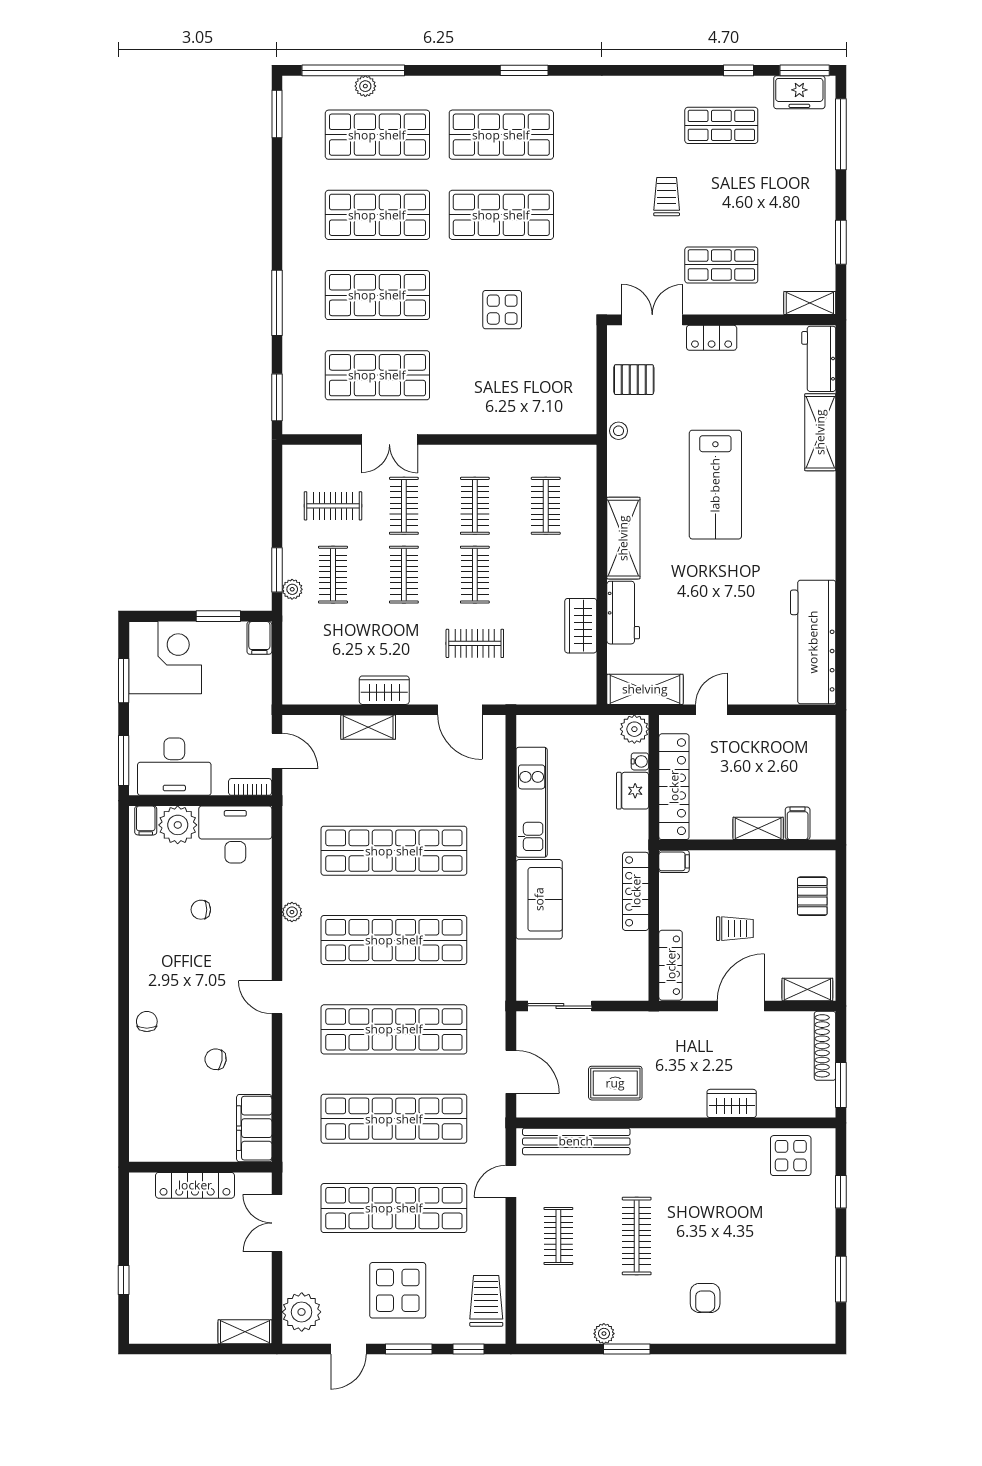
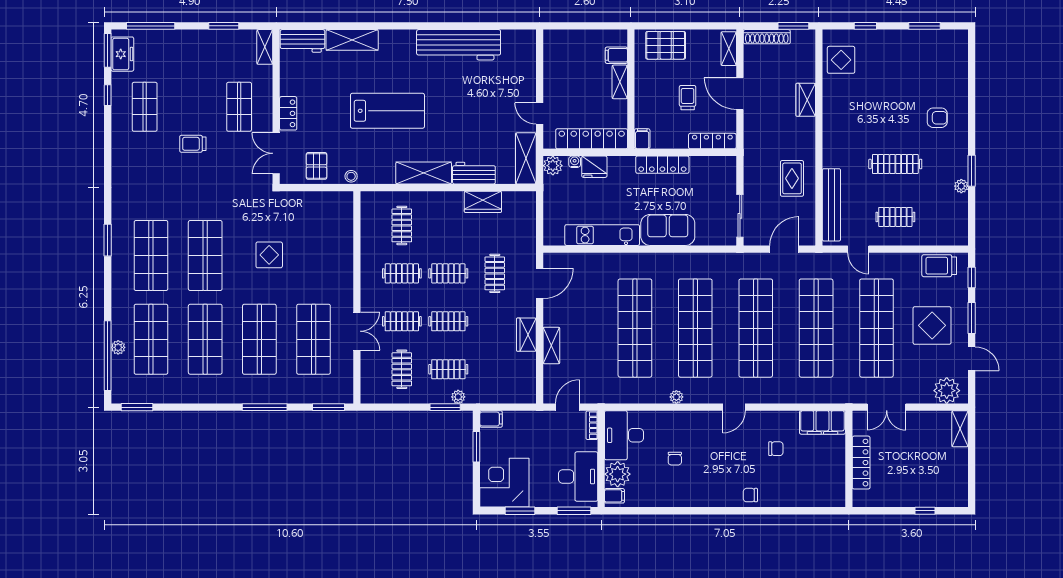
clothes rail: (546, 506) -> (402, 225), turned 90
workbench: (813, 642) -> (459, 45), moved
pallet: (812, 896) -> (666, 45), width x1.50, depth x1.42
chair: (216, 1059) -> (776, 449), turned -99

